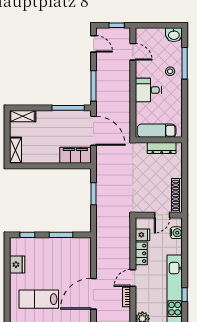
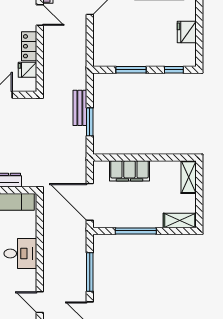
window: (93, 86) -> (90, 272), moved
window: (68, 108) -> (136, 231), moved
filing cabinet: (75, 155) -> (130, 171), moved
bench: (101, 205) -> (80, 108), added
door: (133, 278) -> (40, 15), hinge flipped

